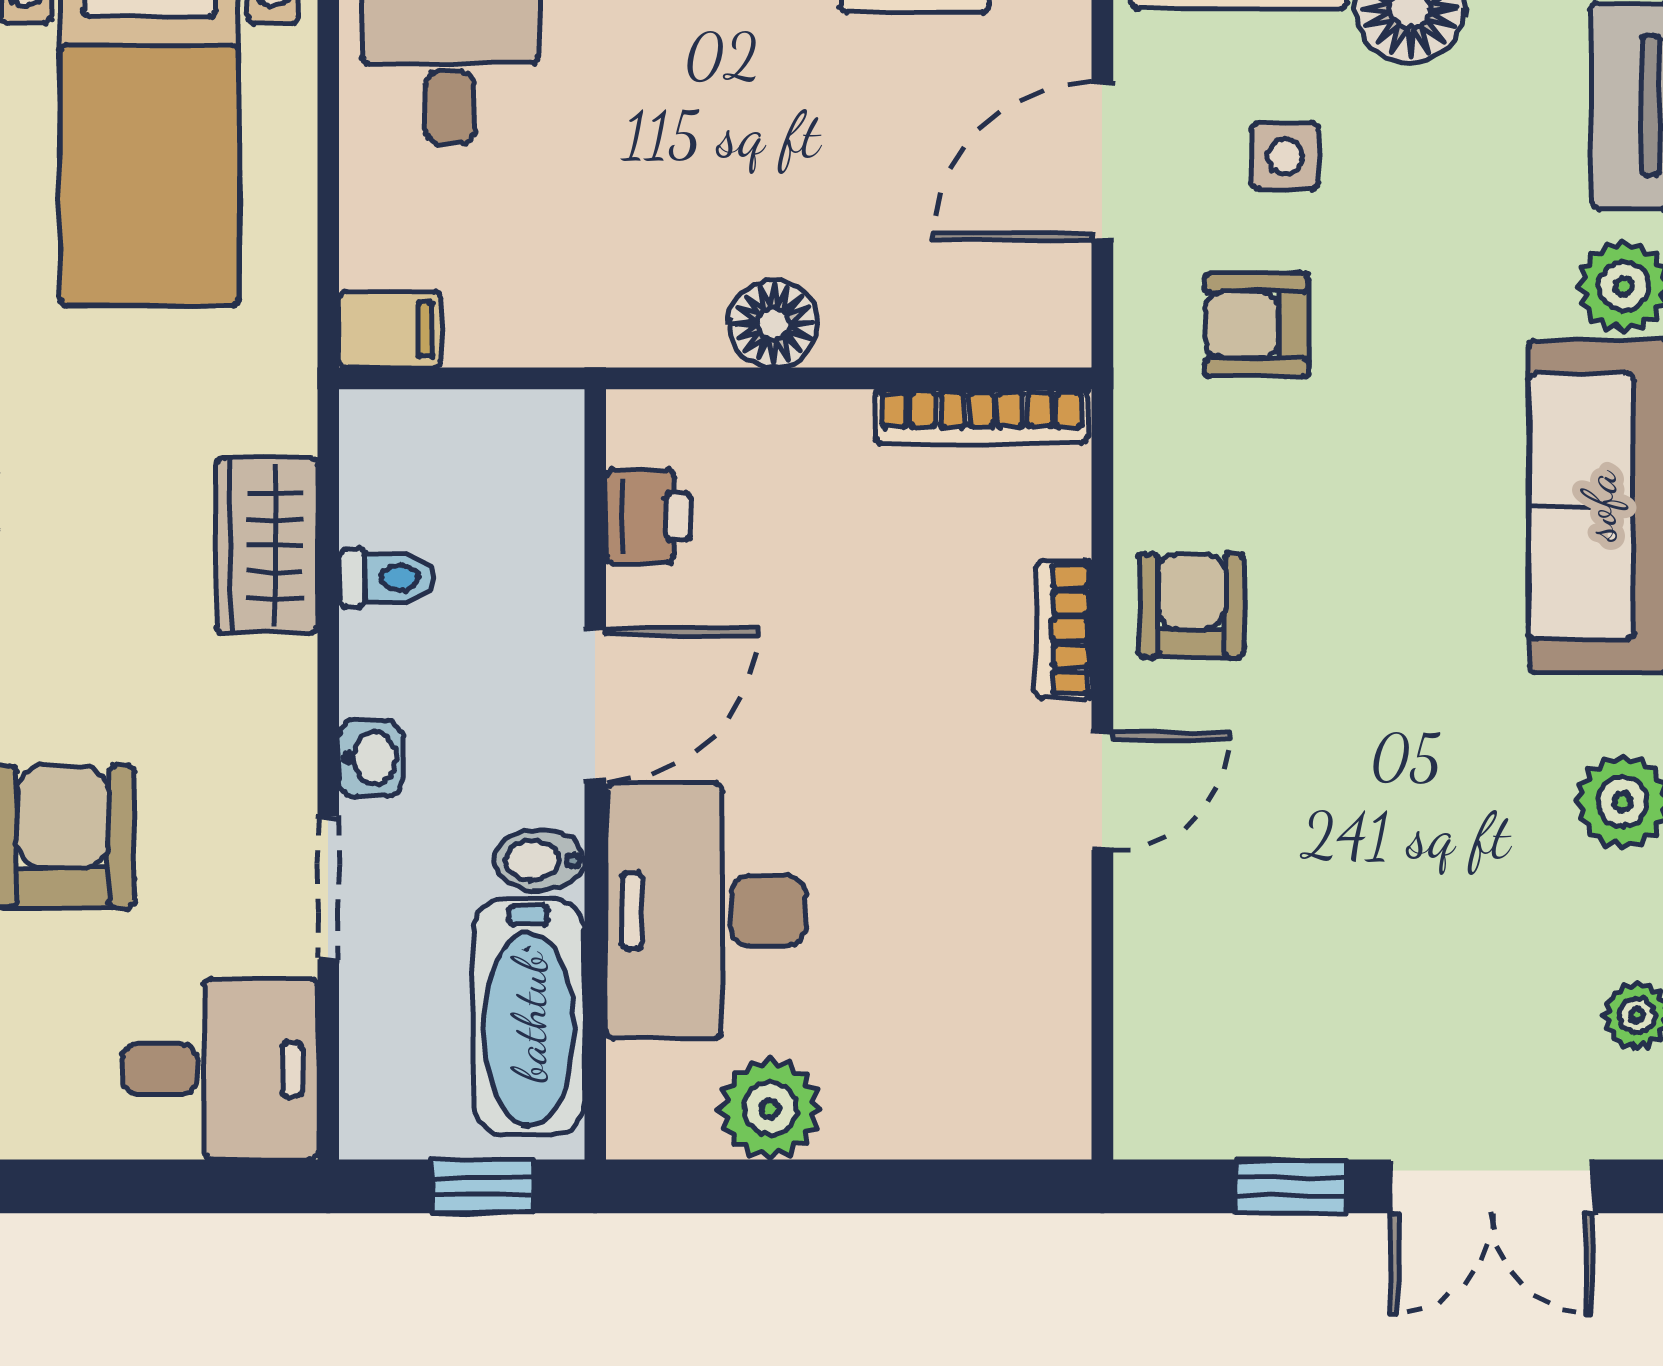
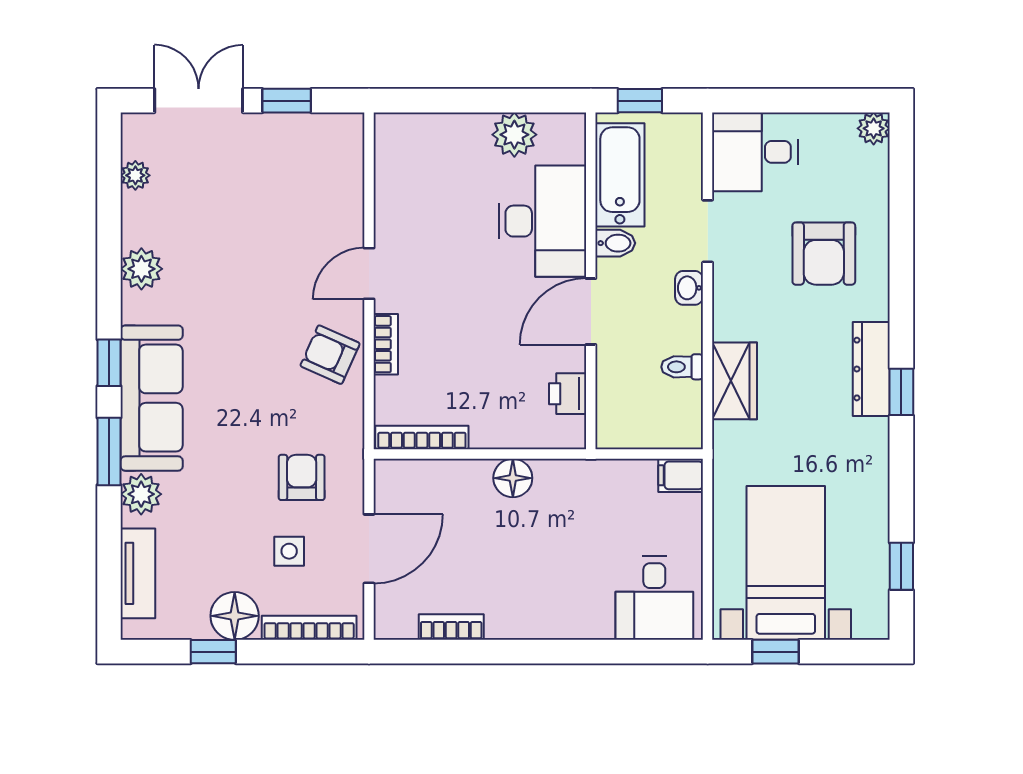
armchair: (1256, 325) -> (302, 477), turned -90
armchair: (1192, 606) -> (330, 355), turned 114

